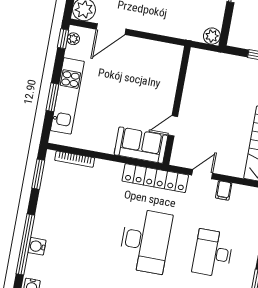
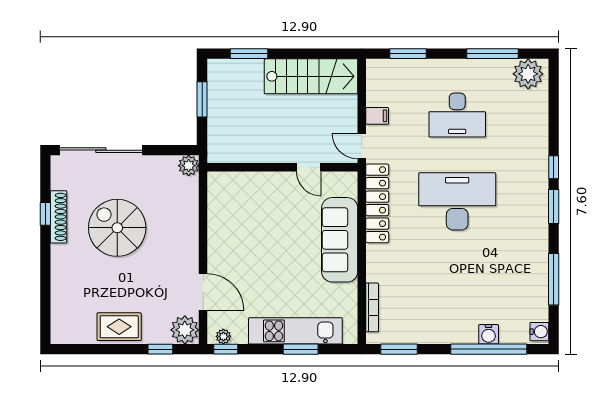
wall: (177, 105) -> (282, 167), moved
door: (173, 126) -> (309, 167), moved
sofa: (141, 145) -> (340, 240), width x1.36

